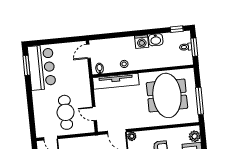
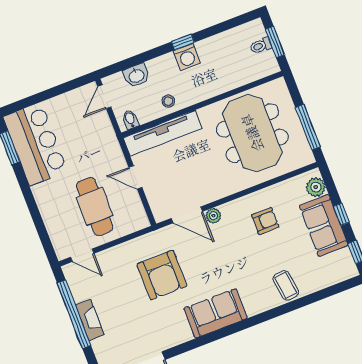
window: (177, 29) -> (183, 42), moved
washbasin: (156, 40) -> (136, 75), moved
door: (94, 114) -> (135, 177), moved

